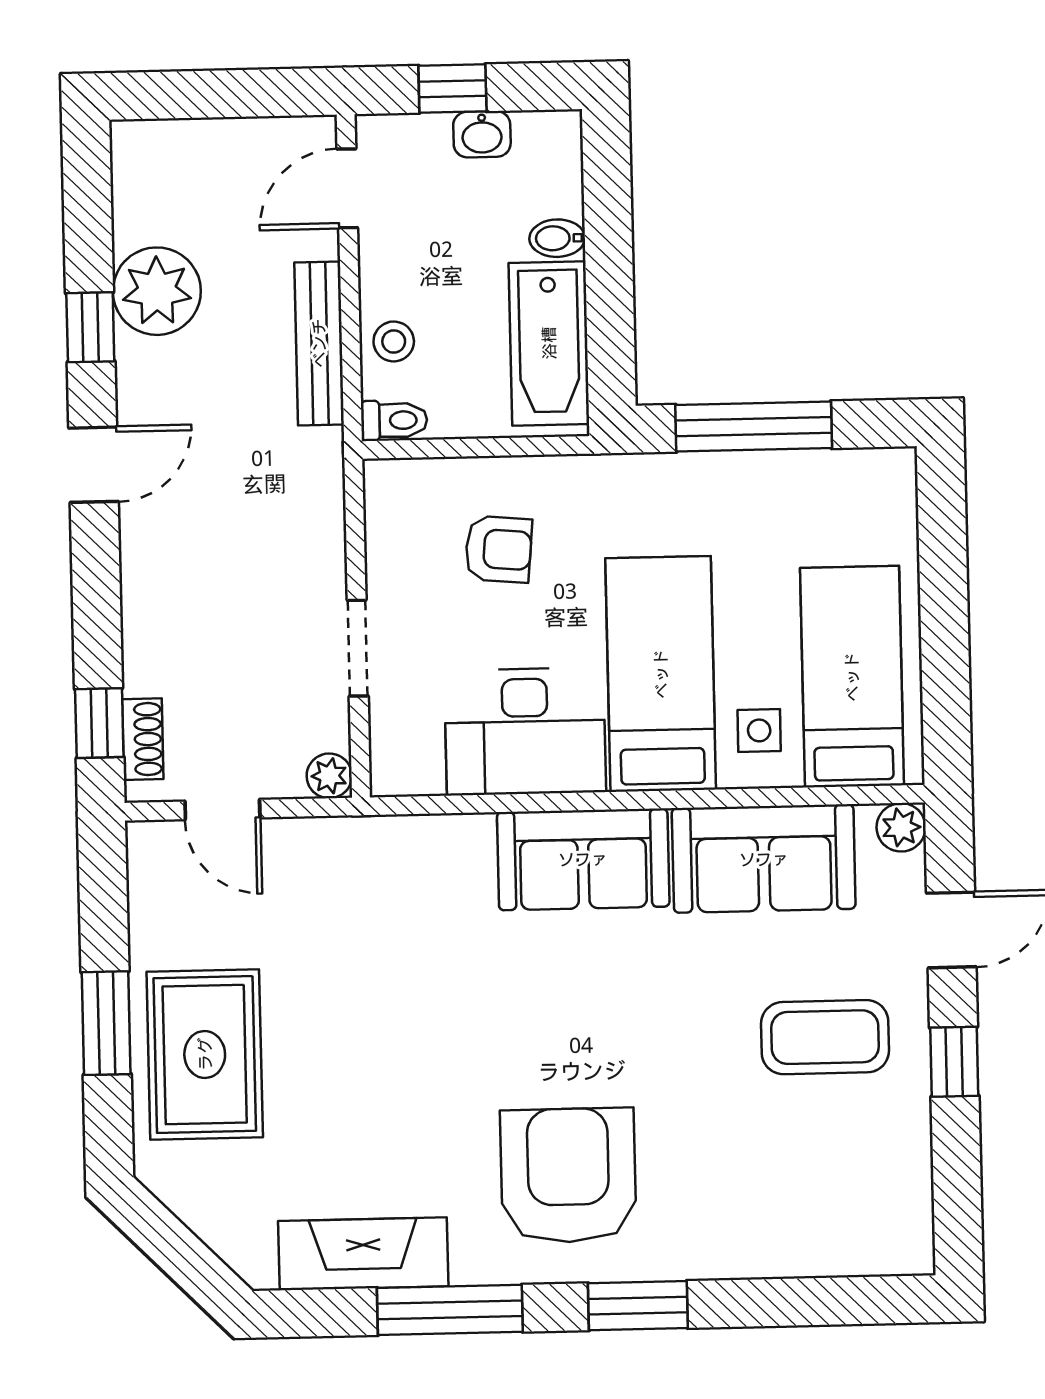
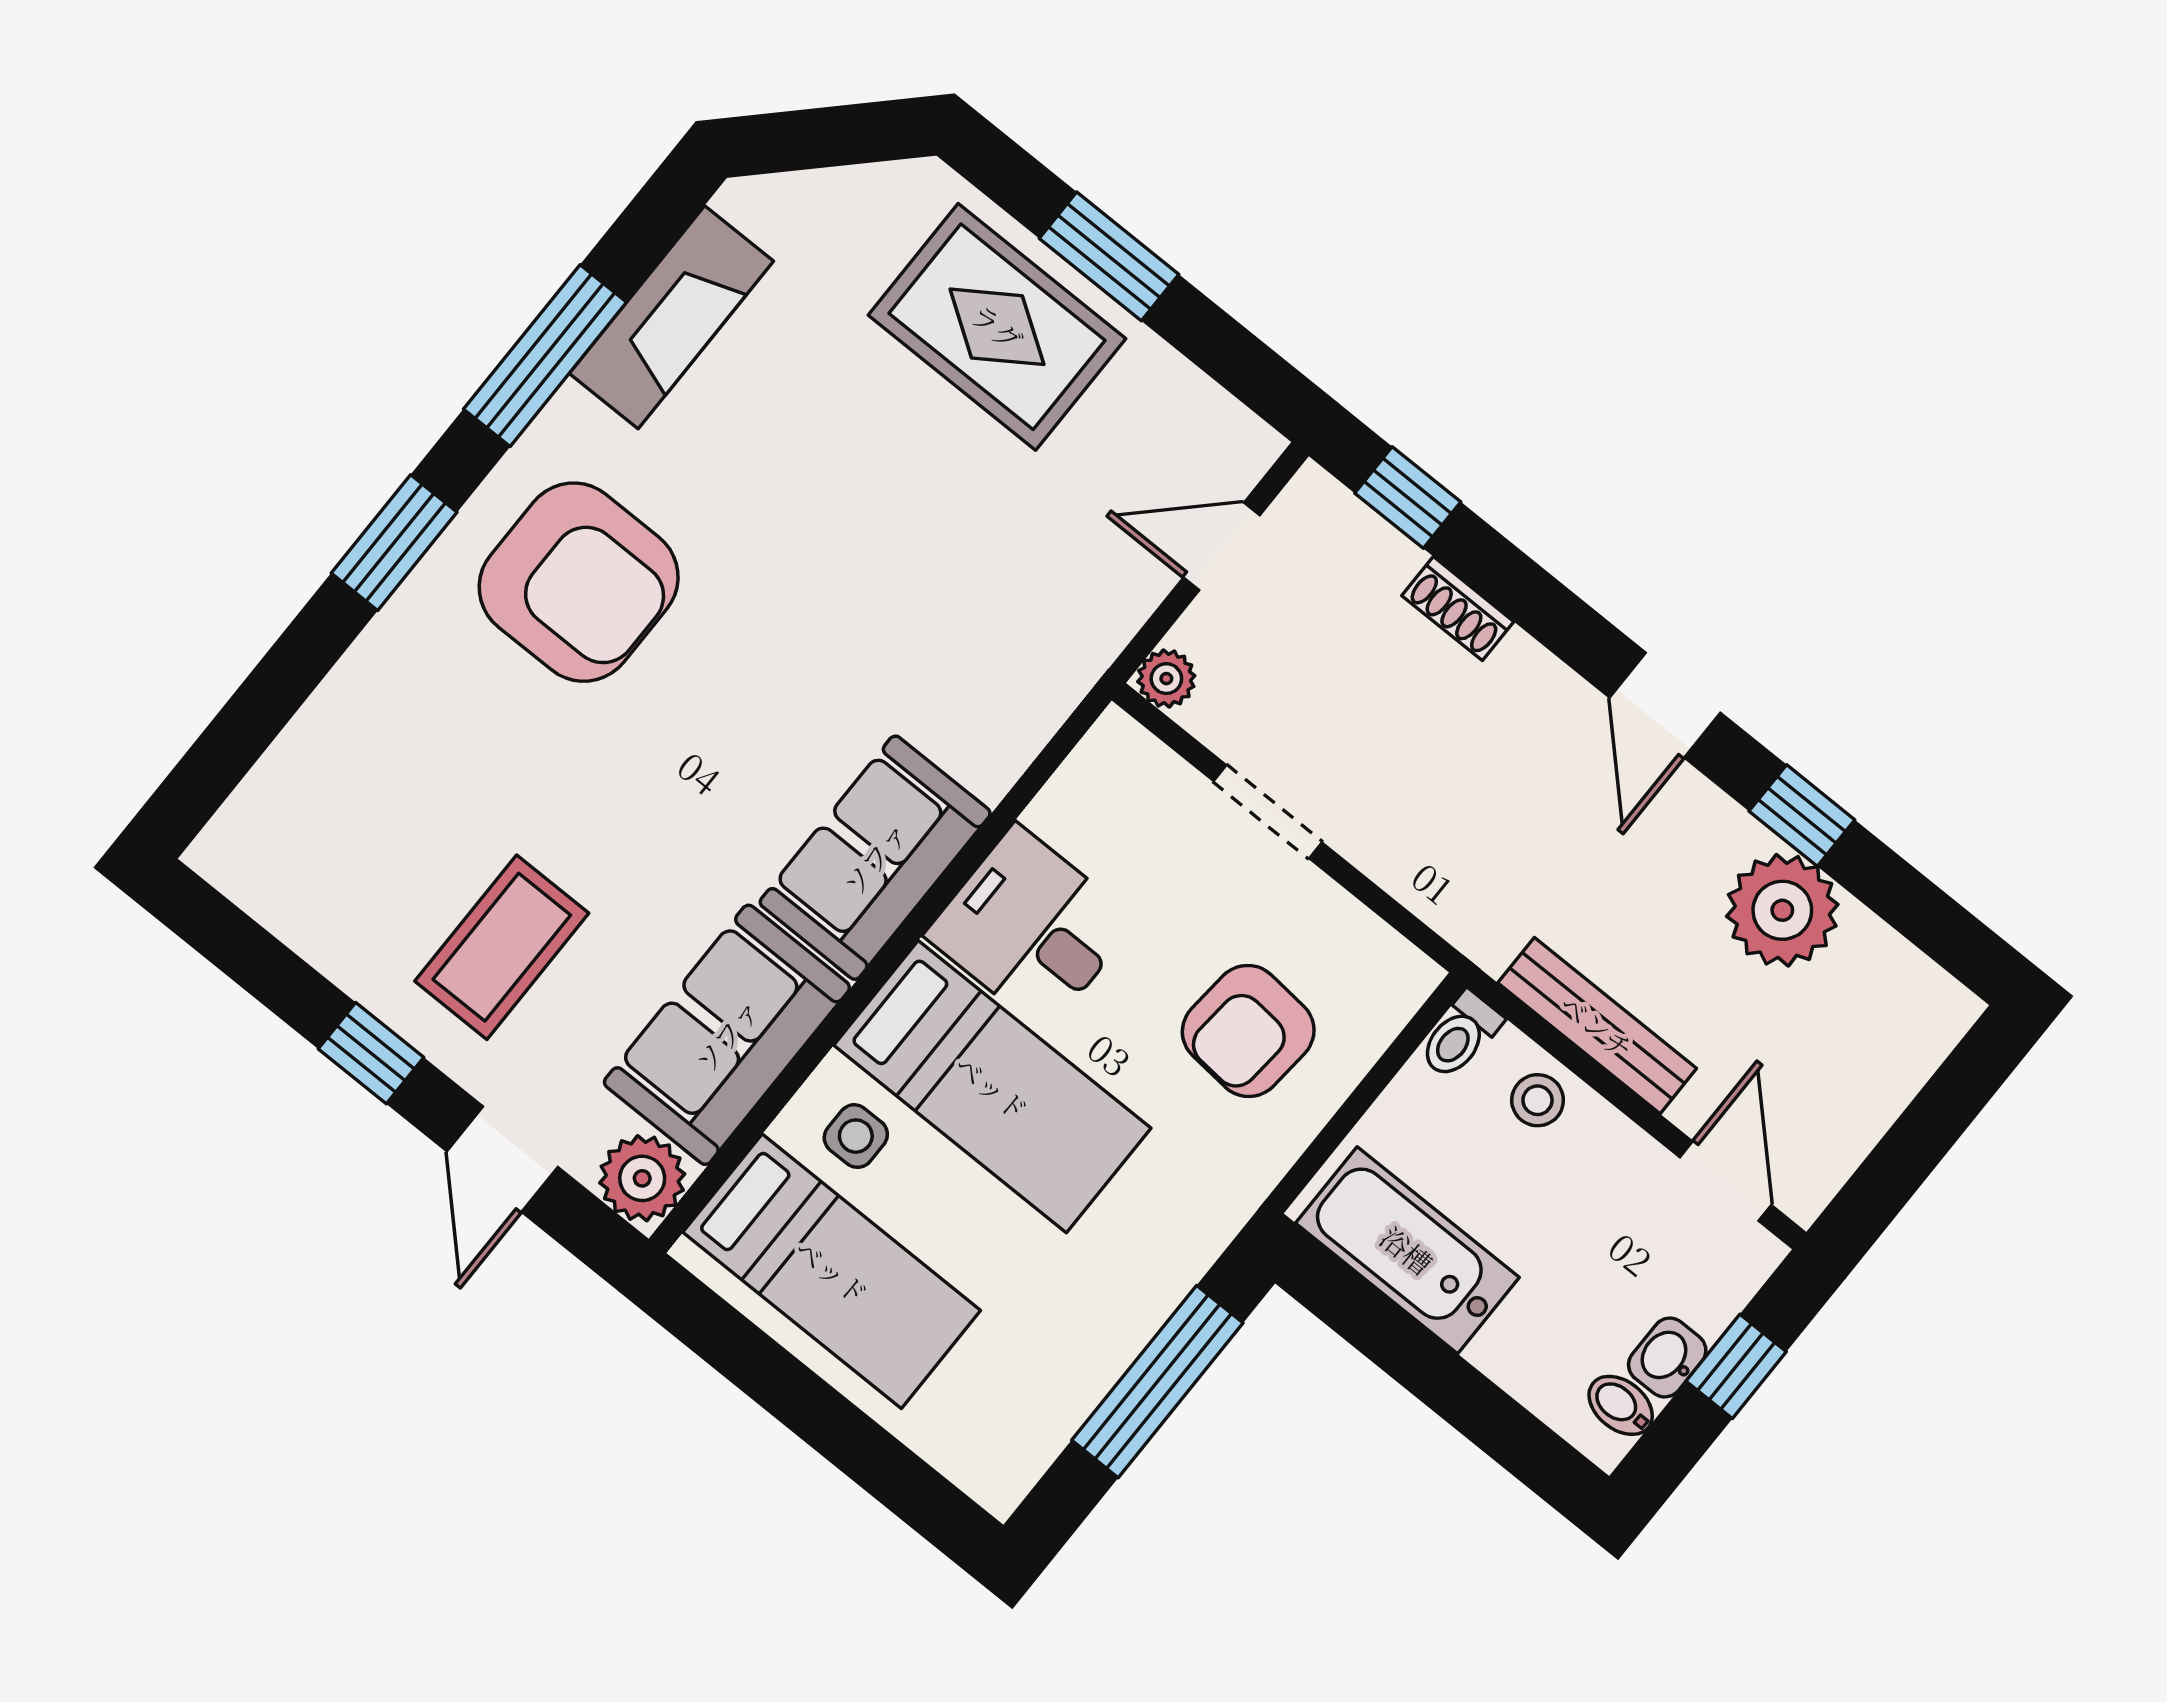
bidet: (557, 238) -> (1621, 1405), moved, turned -90
armchair: (498, 549) -> (1248, 1031), width x1.38, depth x1.38
desk: (525, 731) -> (1031, 928), width x0.73
shoe rack: (143, 739) -> (1458, 609), moved
plant: (901, 827) -> (642, 1178), width x1.38, depth x1.38

